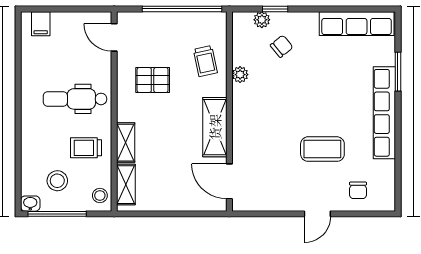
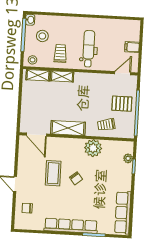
filing cabinet: (41, 24) -> (132, 47), moved
chair: (282, 46) -> (76, 178), moved
plant: (240, 75) -> (93, 148), width x1.87, depth x1.87
pallet: (153, 80) -> (122, 104), moved, turned 90
coffee table: (322, 149) -> (53, 173), moved
door: (229, 181) -> (36, 135), swing flipped

